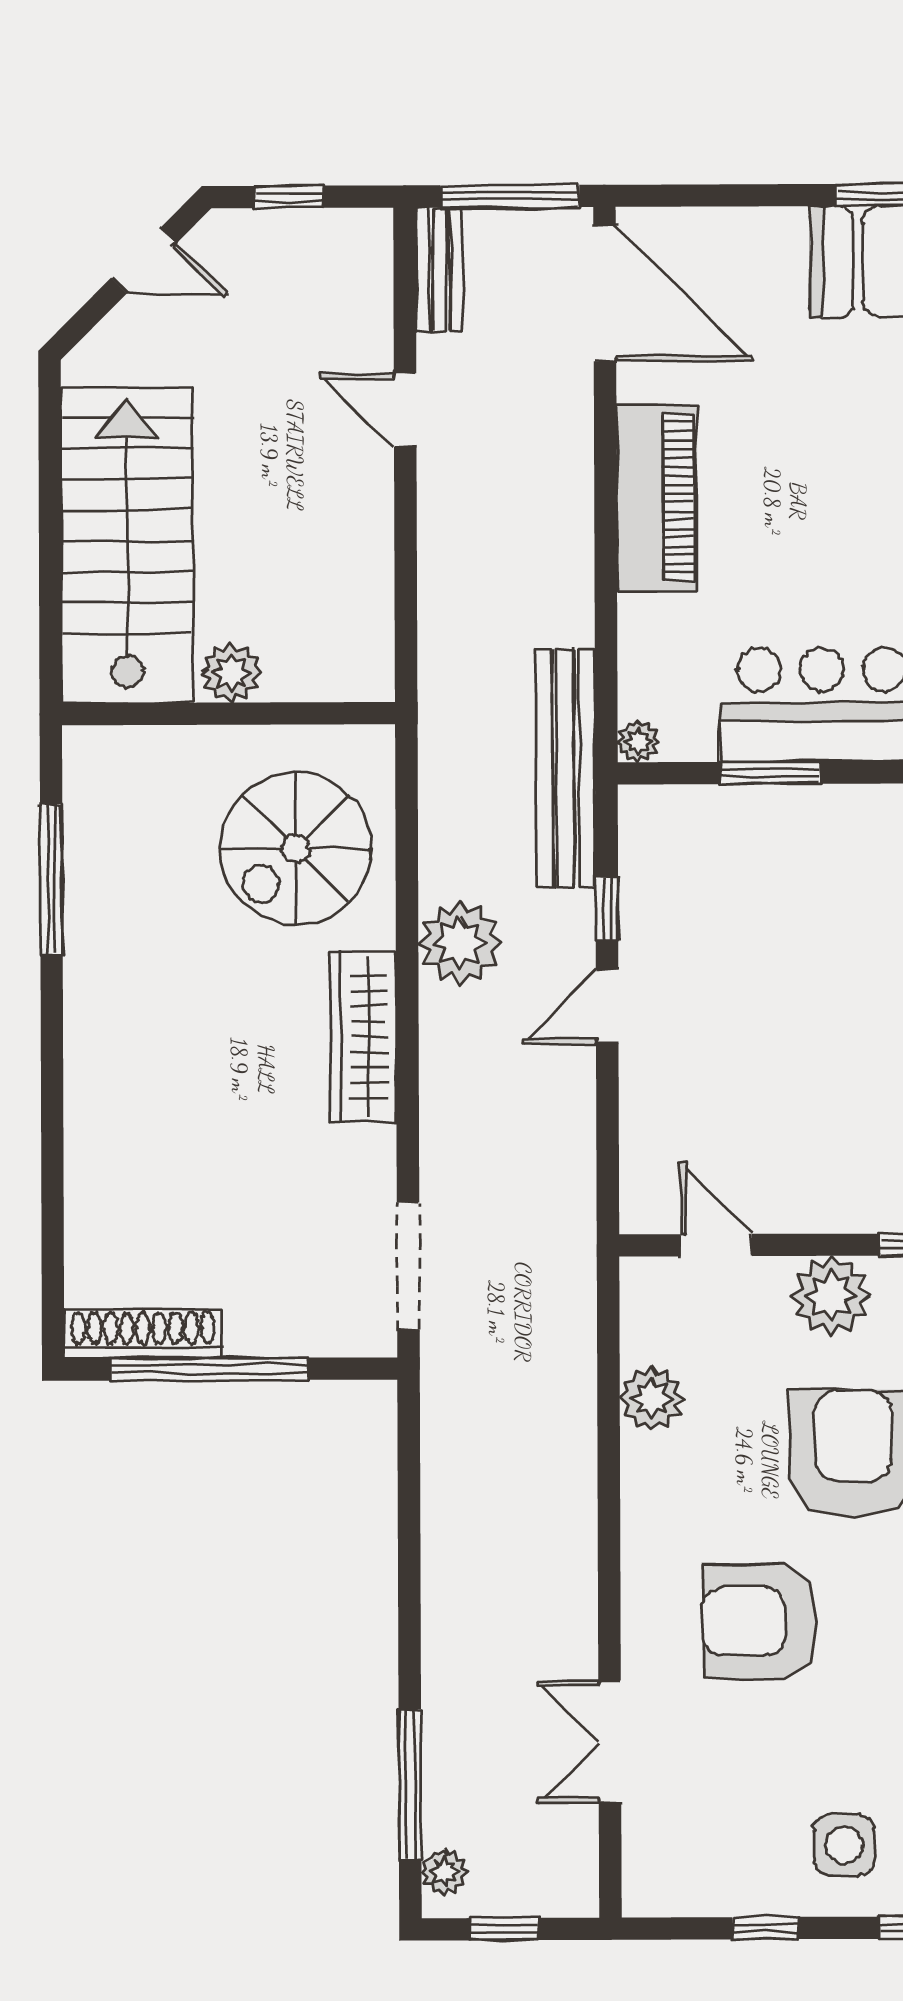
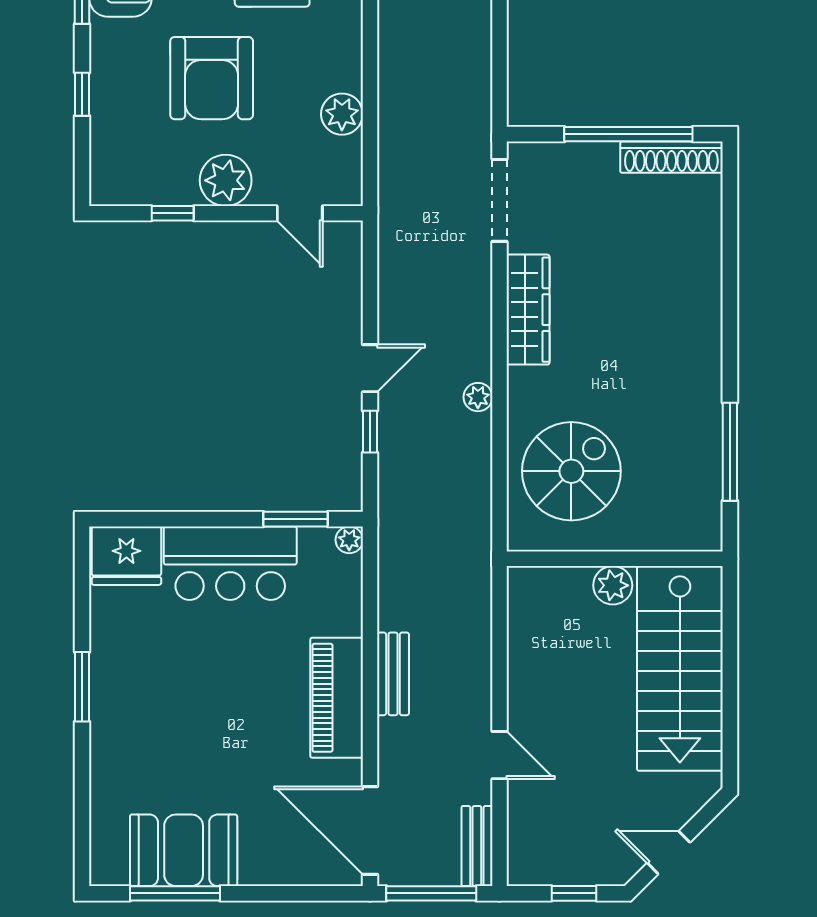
bench: (566, 769) -> (393, 674), moved, width x0.54, depth x0.82
window: (770, 773) -> (296, 519), moved
plant: (460, 943) -> (478, 397), width x0.53, depth x0.53
wardrobe: (363, 1037) -> (528, 310), moved

